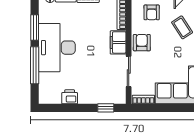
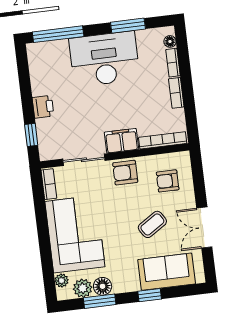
armchair: (142, 43) -> (125, 173), turned 180
window: (35, 65) -> (58, 34), moved
printer: (70, 97) -> (43, 107), moved

